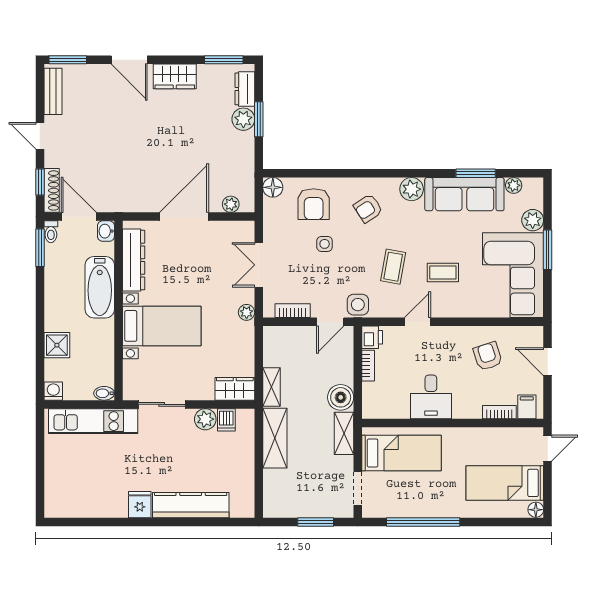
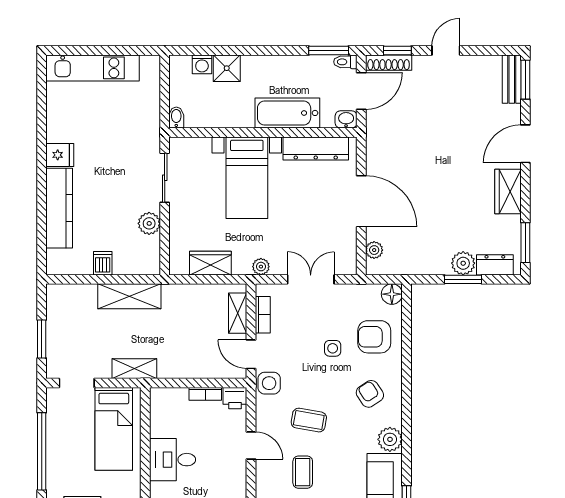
bench: (53, 91) -> (512, 79), moved, turned 90
shelving: (272, 387) -> (238, 313), moved, turned 90
wardrobe: (235, 389) -> (210, 263), moved, turned -90
washing machine: (53, 391) -> (202, 64), moved, turned 90
boiler: (341, 397) -> (172, 365), removed
dishwasher: (226, 420) -> (103, 263), moved, turned 90
kitchen unit: (93, 421) -> (92, 68), moved, turned -90

